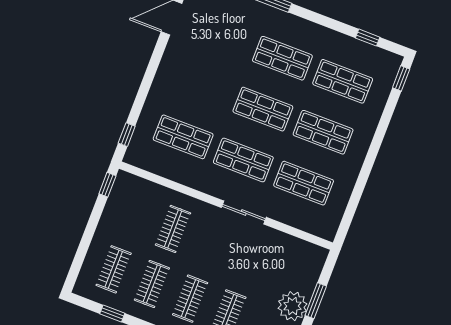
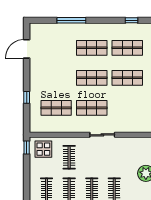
window: (127, 135) -> (27, 97), moved
shop shelf: (304, 183) -> (127, 108), removed
display table: (135, 198) -> (43, 149), added

